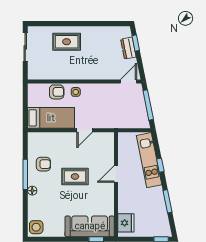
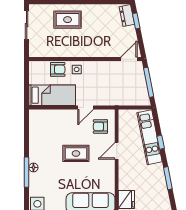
dresser: (128, 48) -> (127, 16), moved
armchair: (43, 164) -> (100, 127), moved, turned 180
window: (25, 174) -> (27, 172), moved

